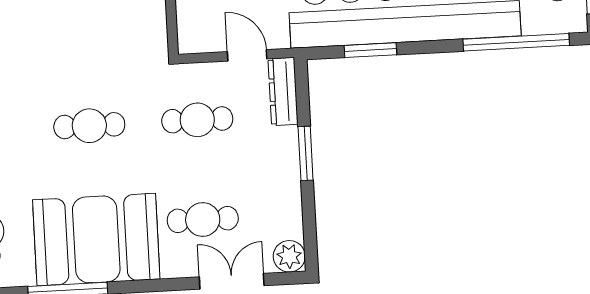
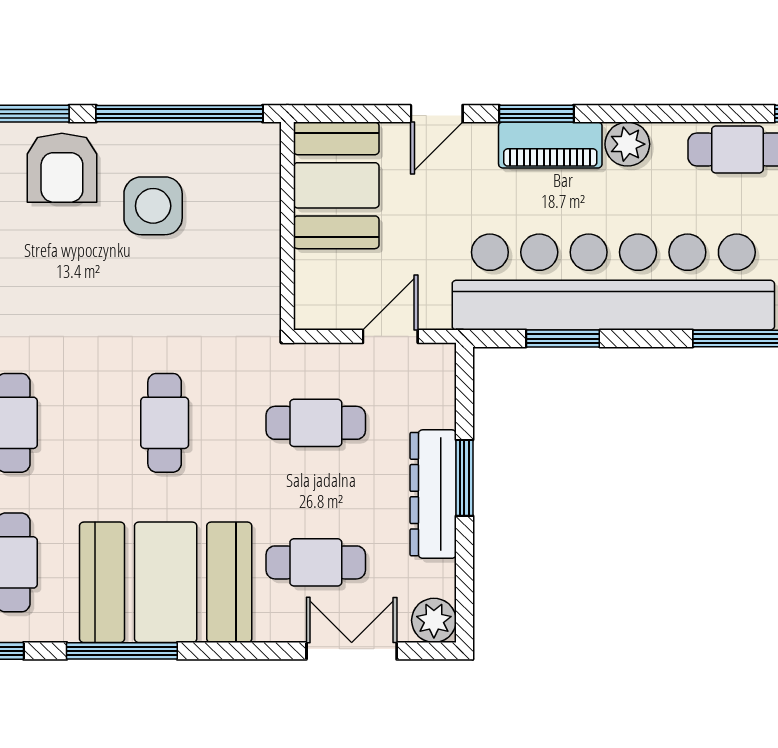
door: (247, 55) -> (390, 336), hinge flipped
dresser: (283, 92) -> (433, 494), moved, width x1.37, depth x1.24
cafe table: (89, 126) -> (165, 423), turned 90

